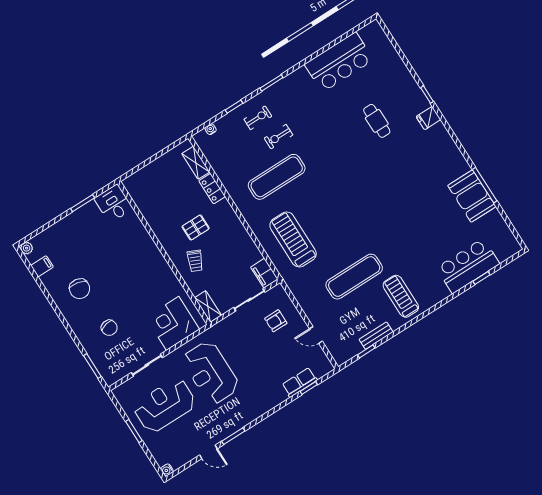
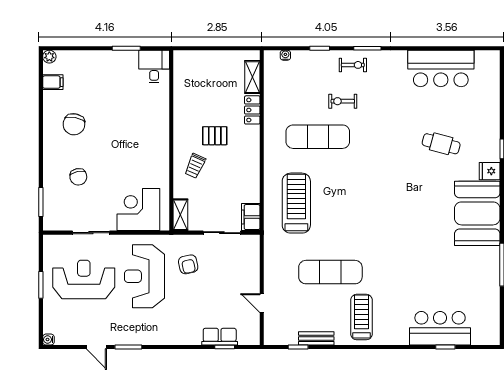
exercise bike: (258, 118) -> (353, 65), moved
cafe table: (377, 121) -> (441, 144), turned -75
booth: (472, 196) -> (477, 213), moved, width x1.36, depth x1.42
armchair: (276, 321) -> (188, 264), moved, turned -102

